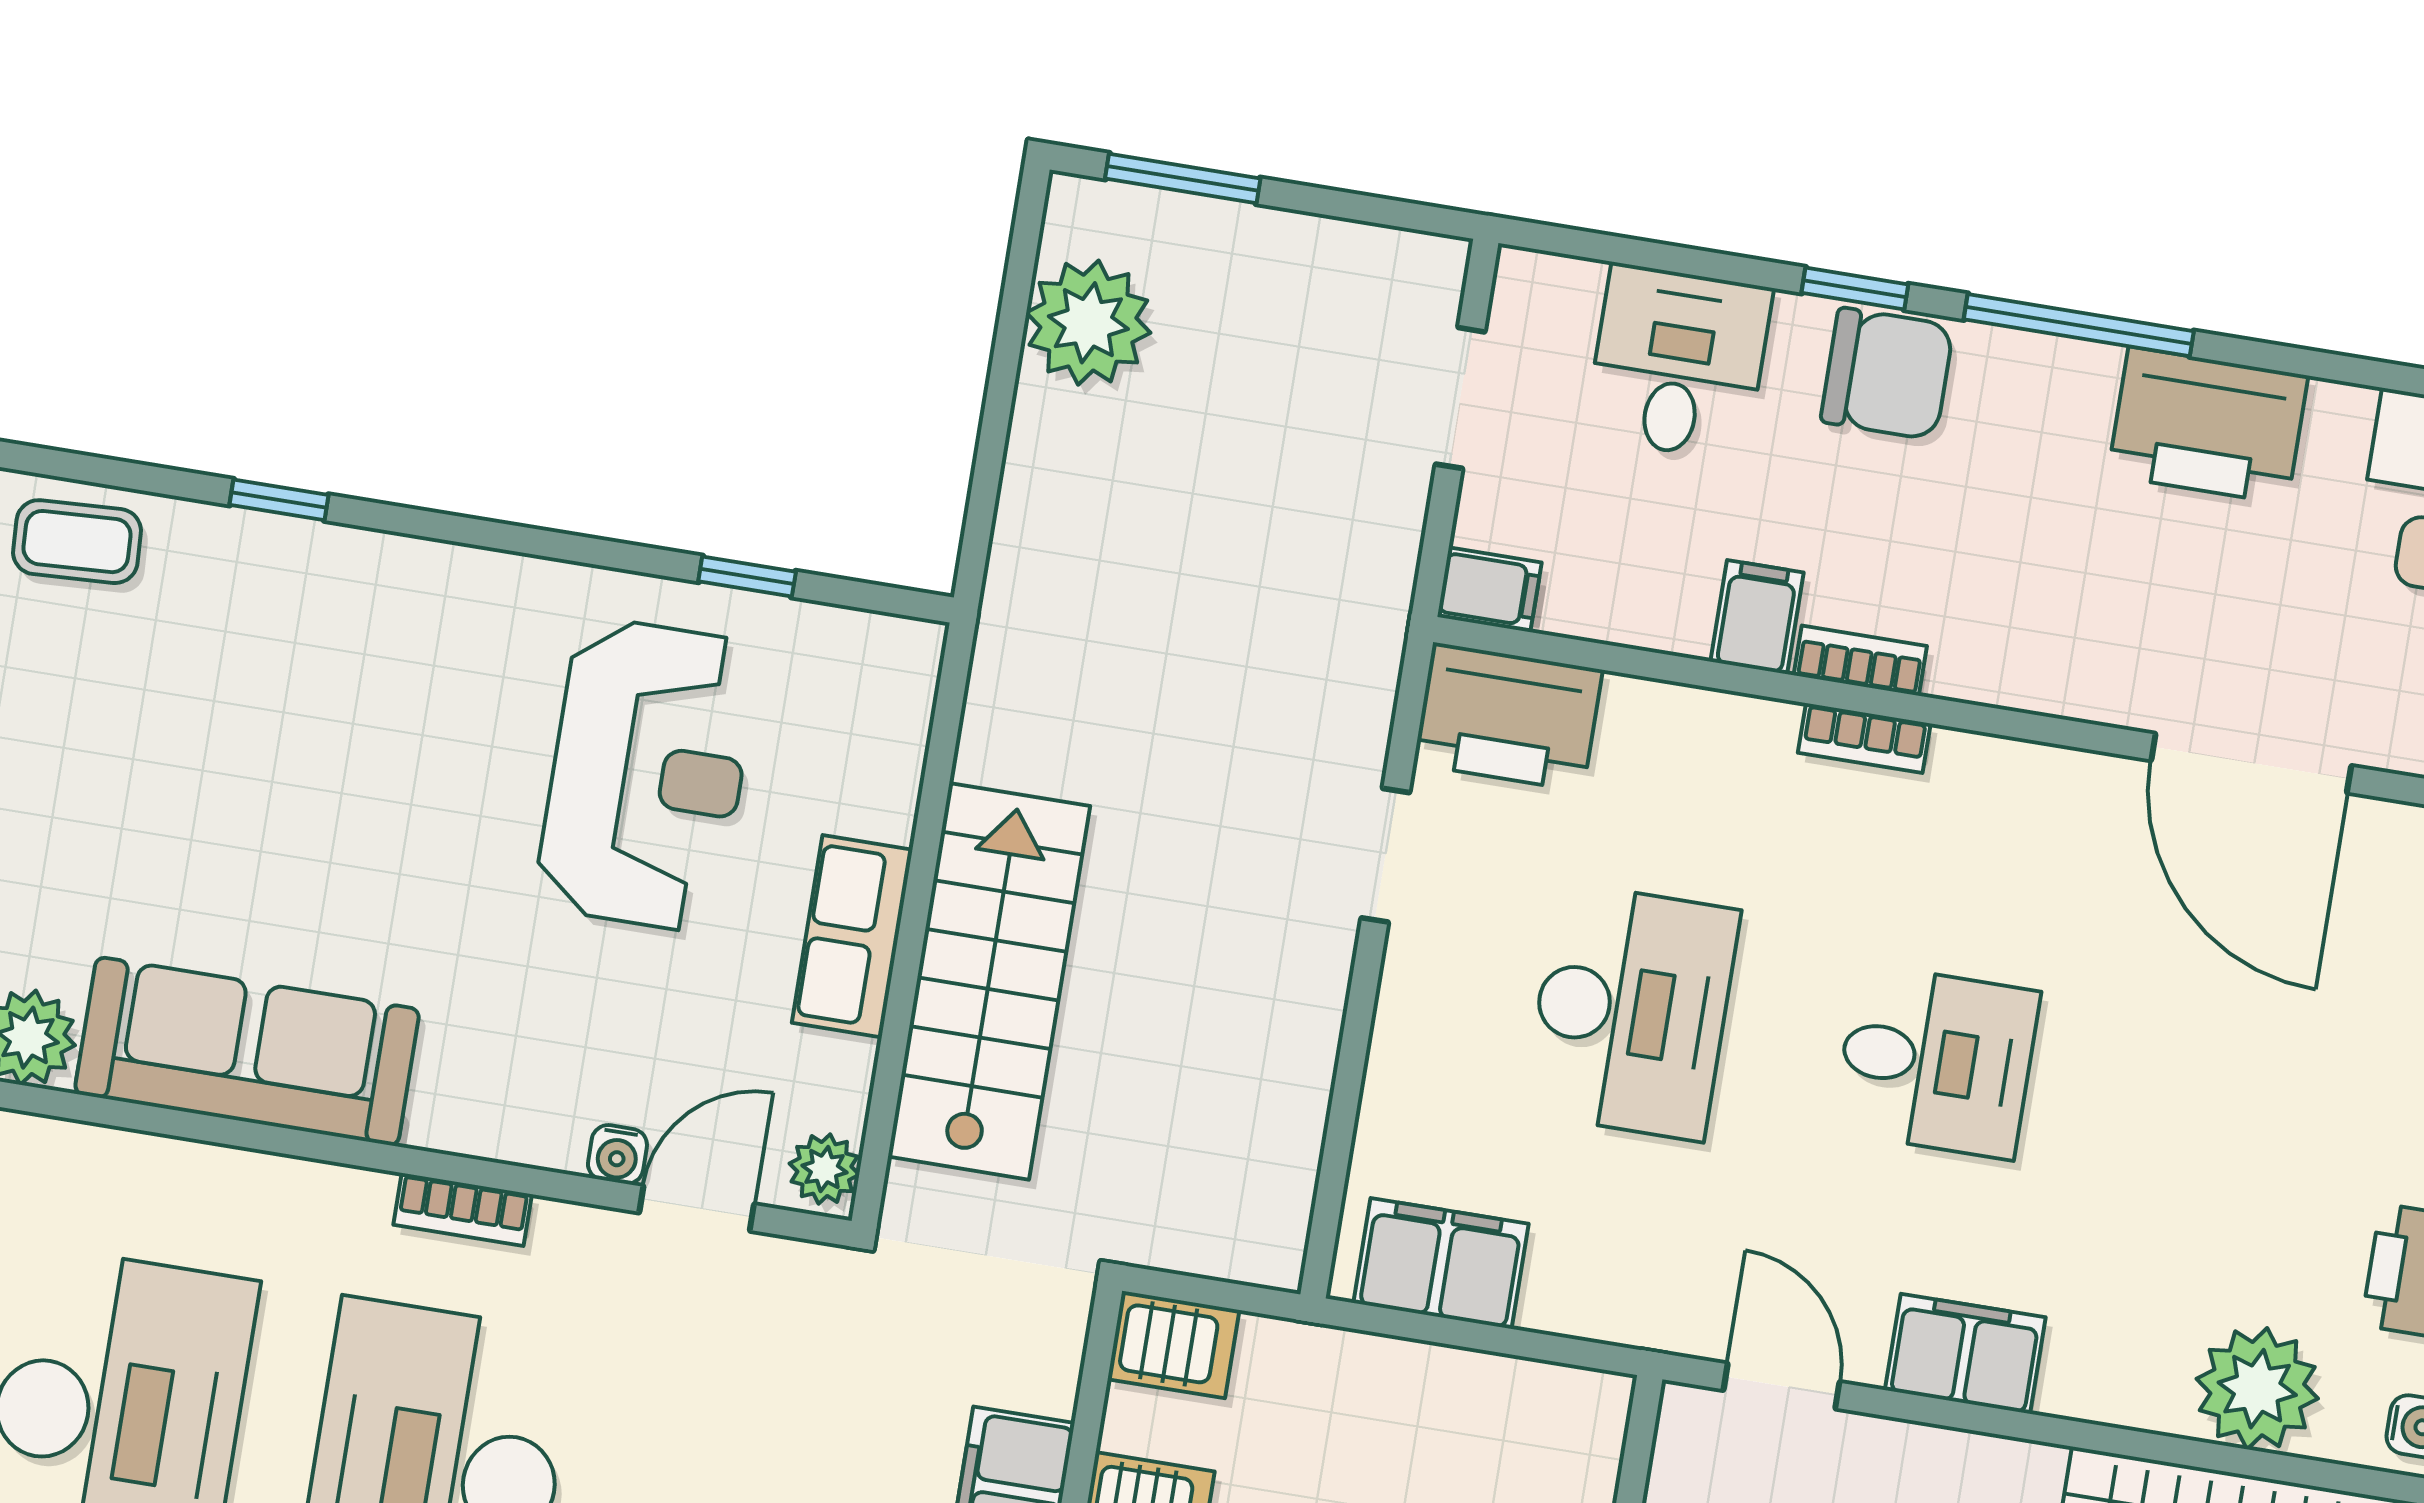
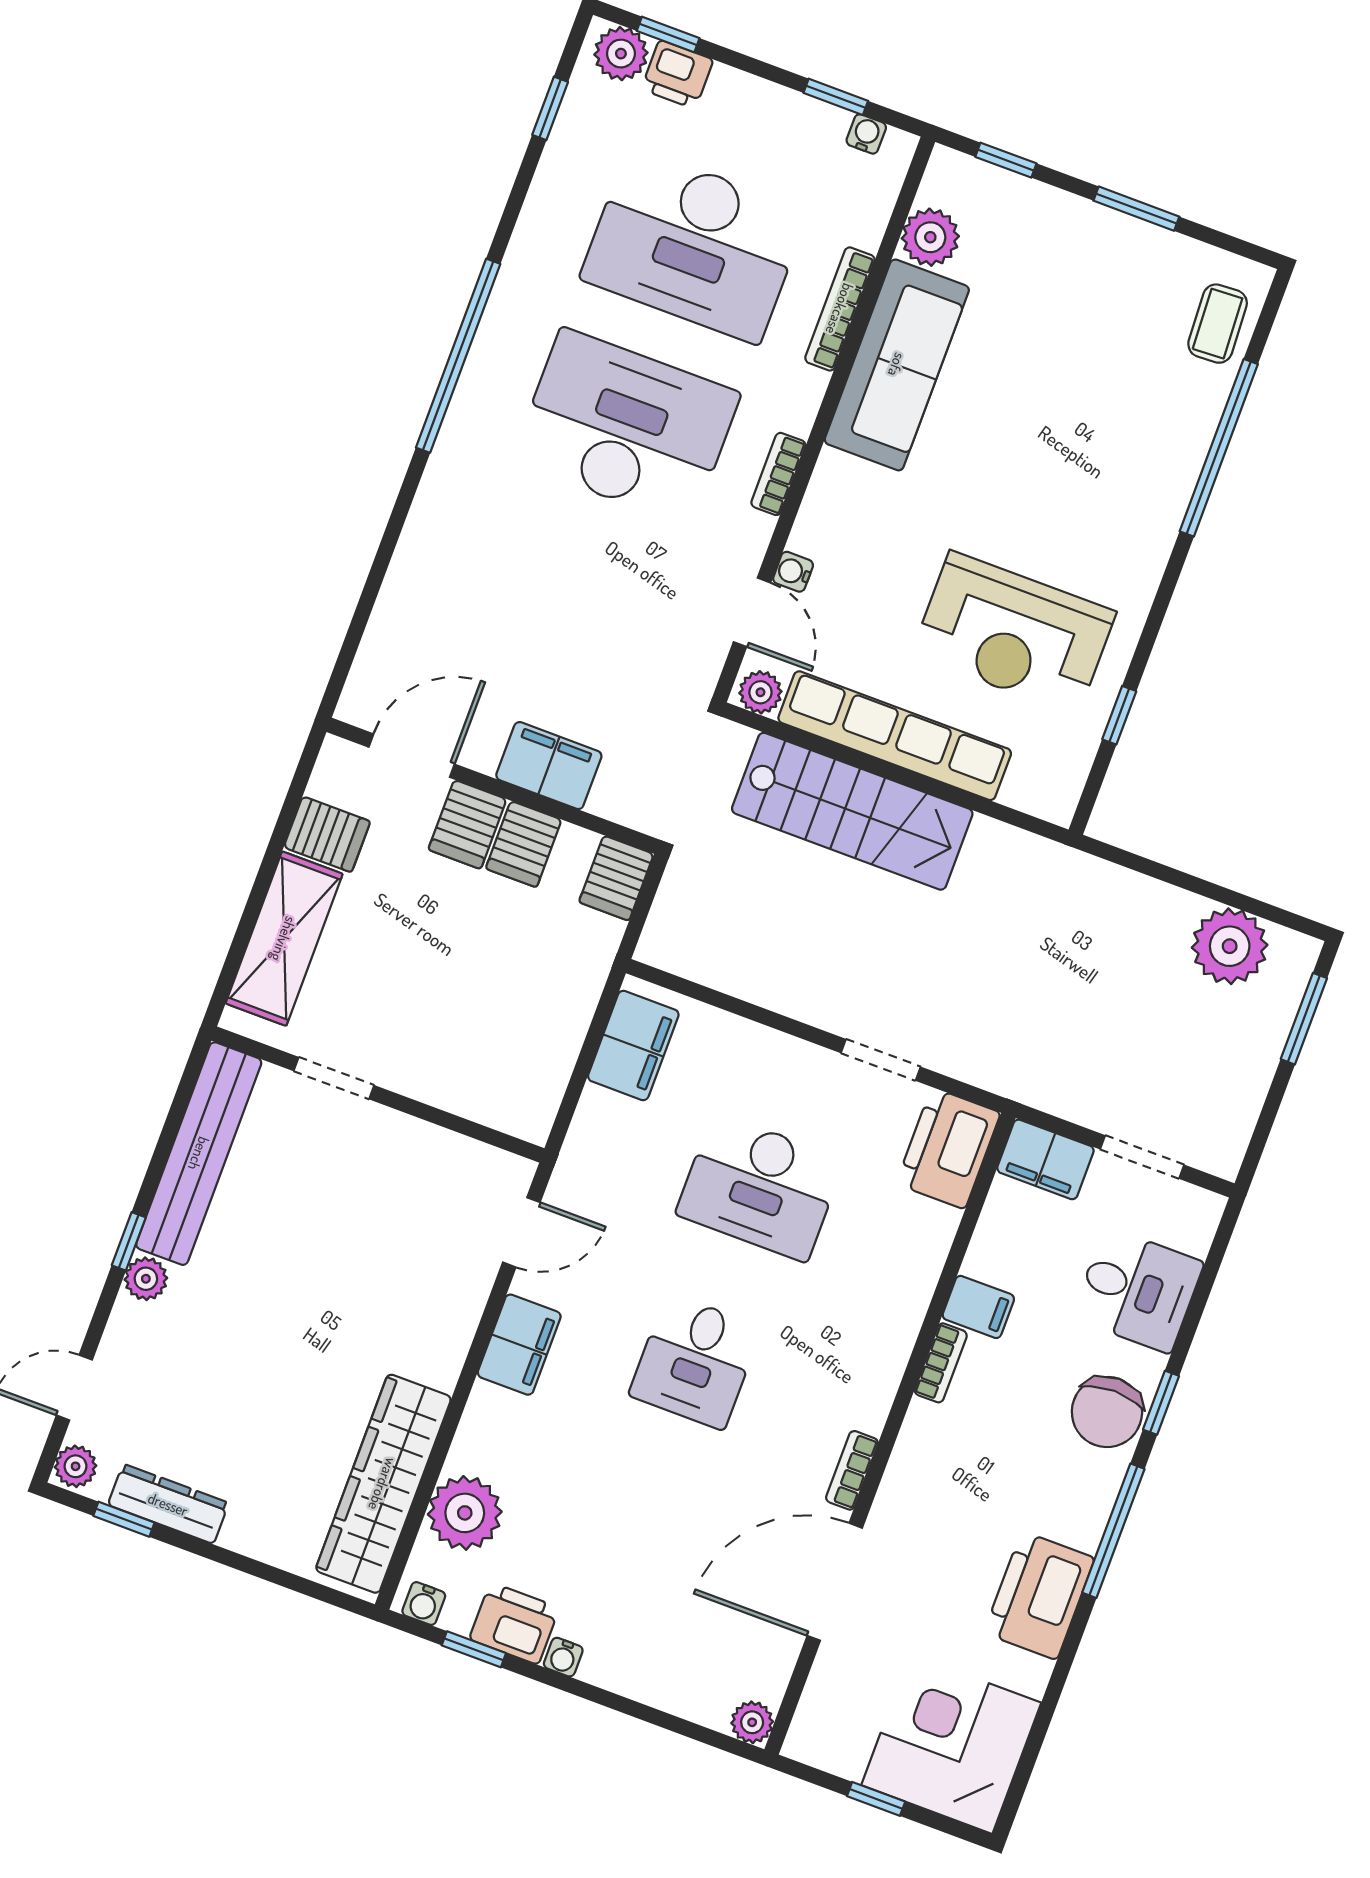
window: (279, 500) -> (1219, 448), width x3.17
filing cabinet: (1489, 590) -> (1045, 1159), width x2.00
bookcase: (1864, 738) -> (852, 1470), moved
row of seats: (852, 936) -> (895, 736), width x2.02
bookcase: (174, 1162) -> (840, 309), added

